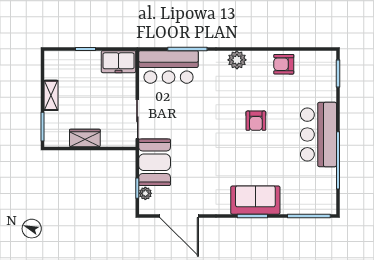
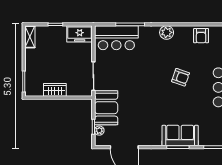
armchair: (284, 64) -> (201, 36), turned -90
shelving: (51, 95) -> (30, 37), moved
armchair: (256, 121) -> (181, 77), turned -71

